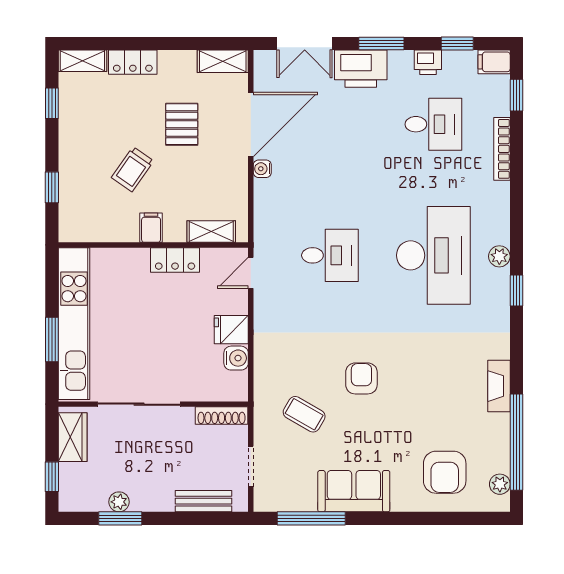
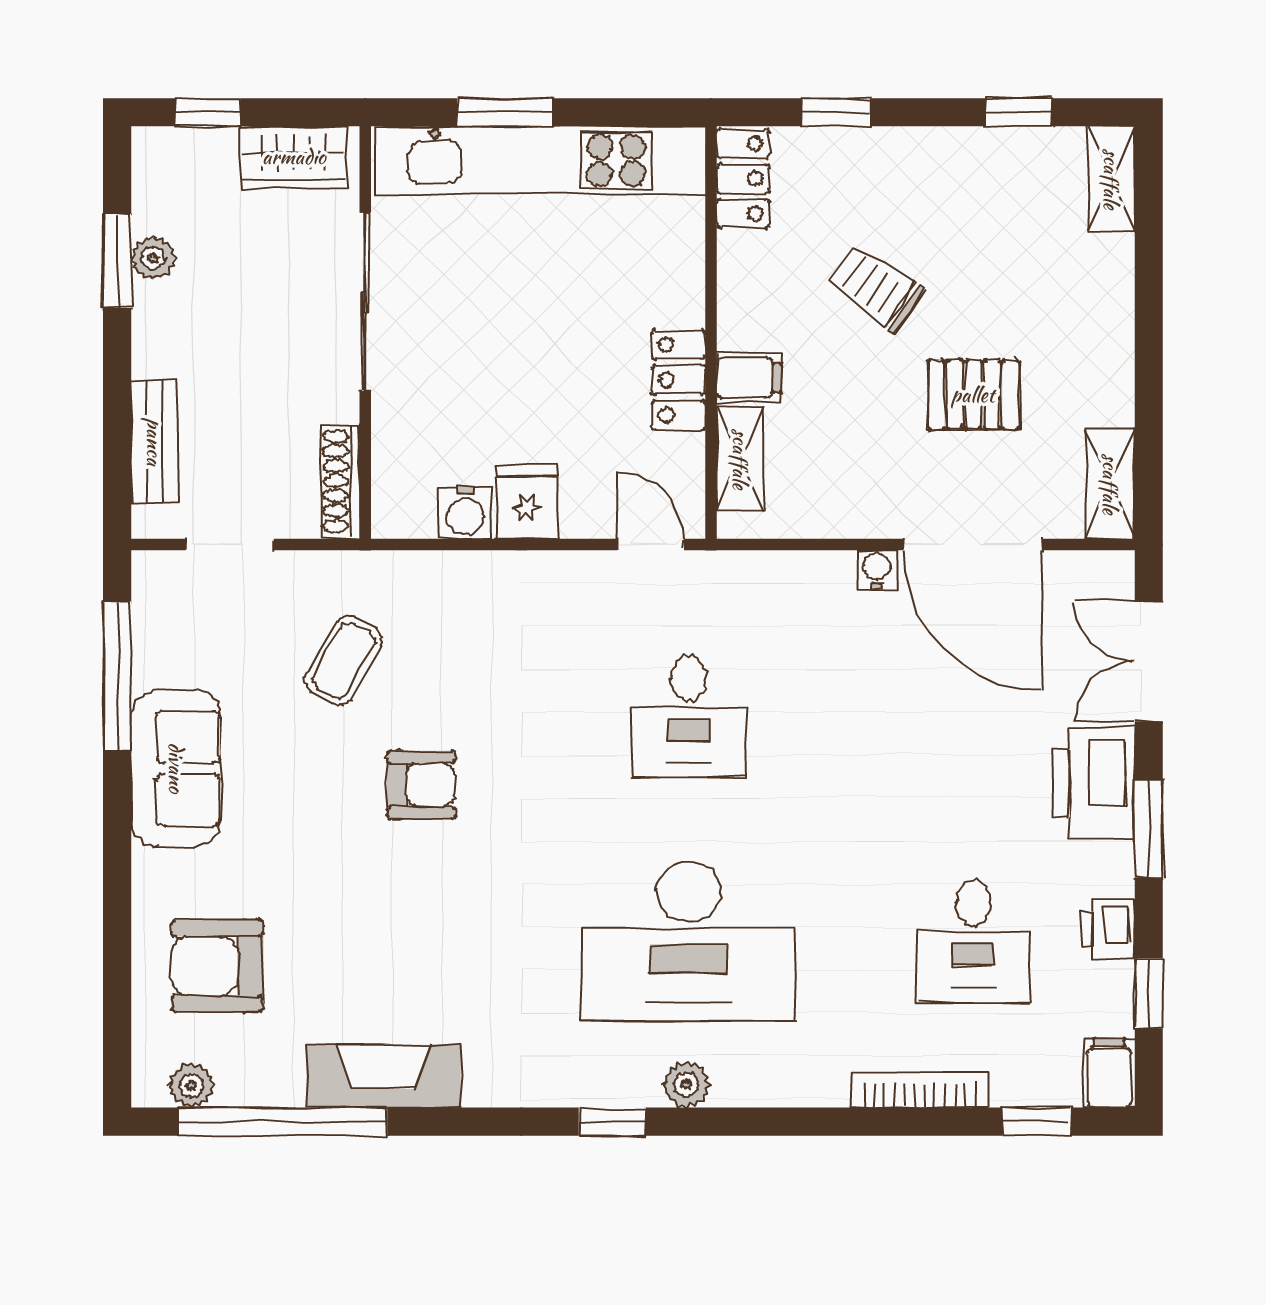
locker: (133, 62) -> (743, 179), moved, turned 180
filing cabinet: (151, 228) -> (749, 378), moved
fireplace: (499, 386) -> (384, 1076), width x1.37, depth x1.32

